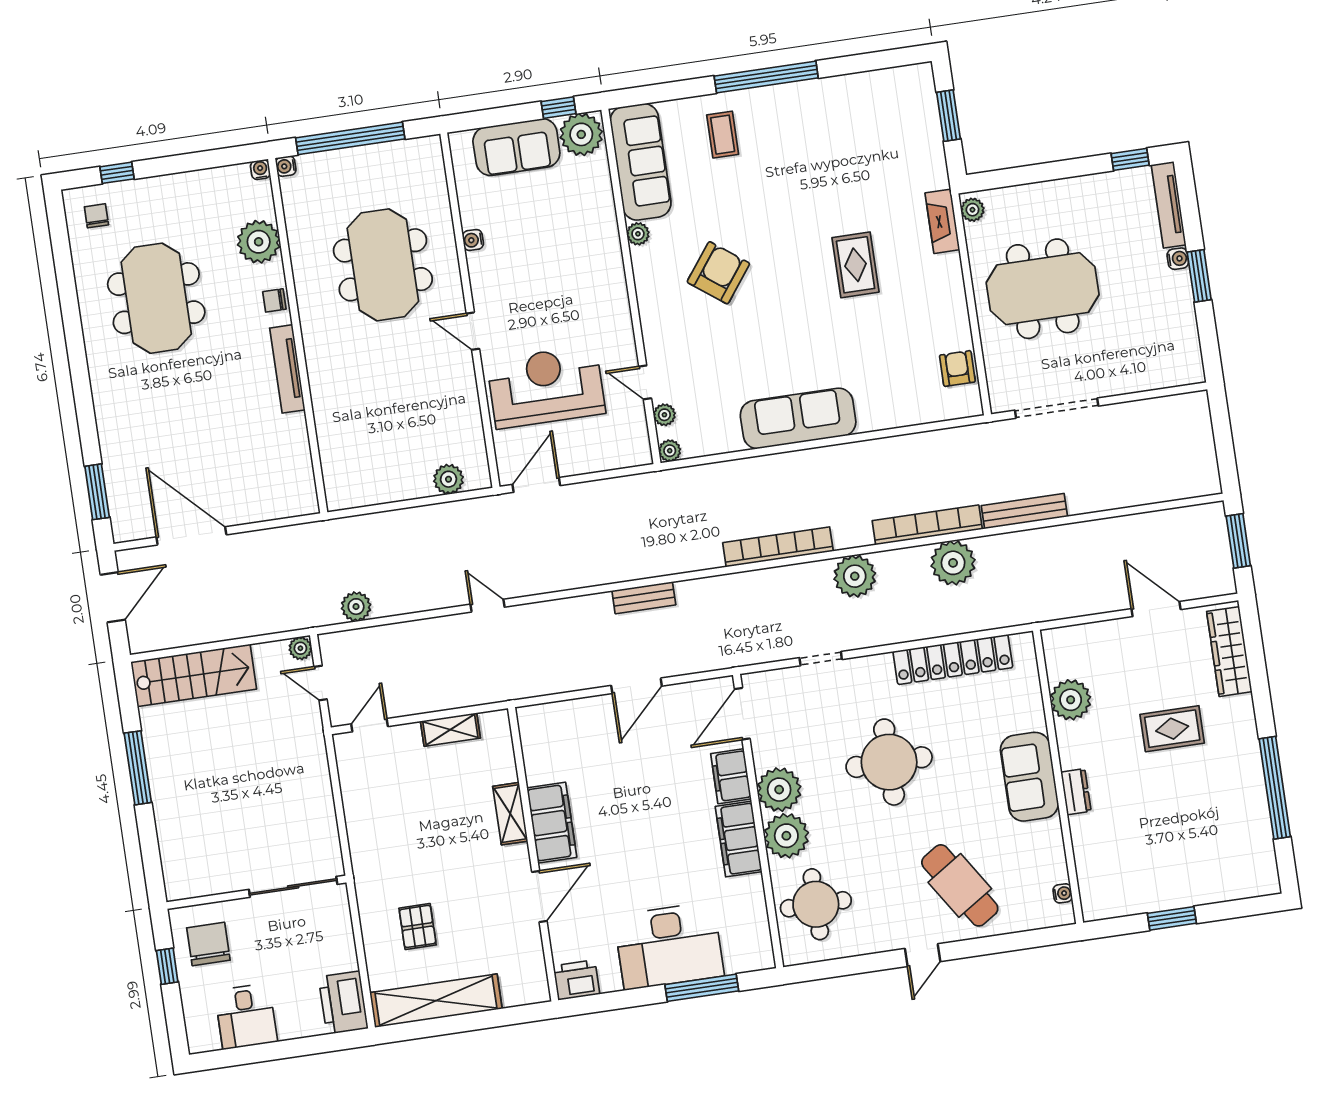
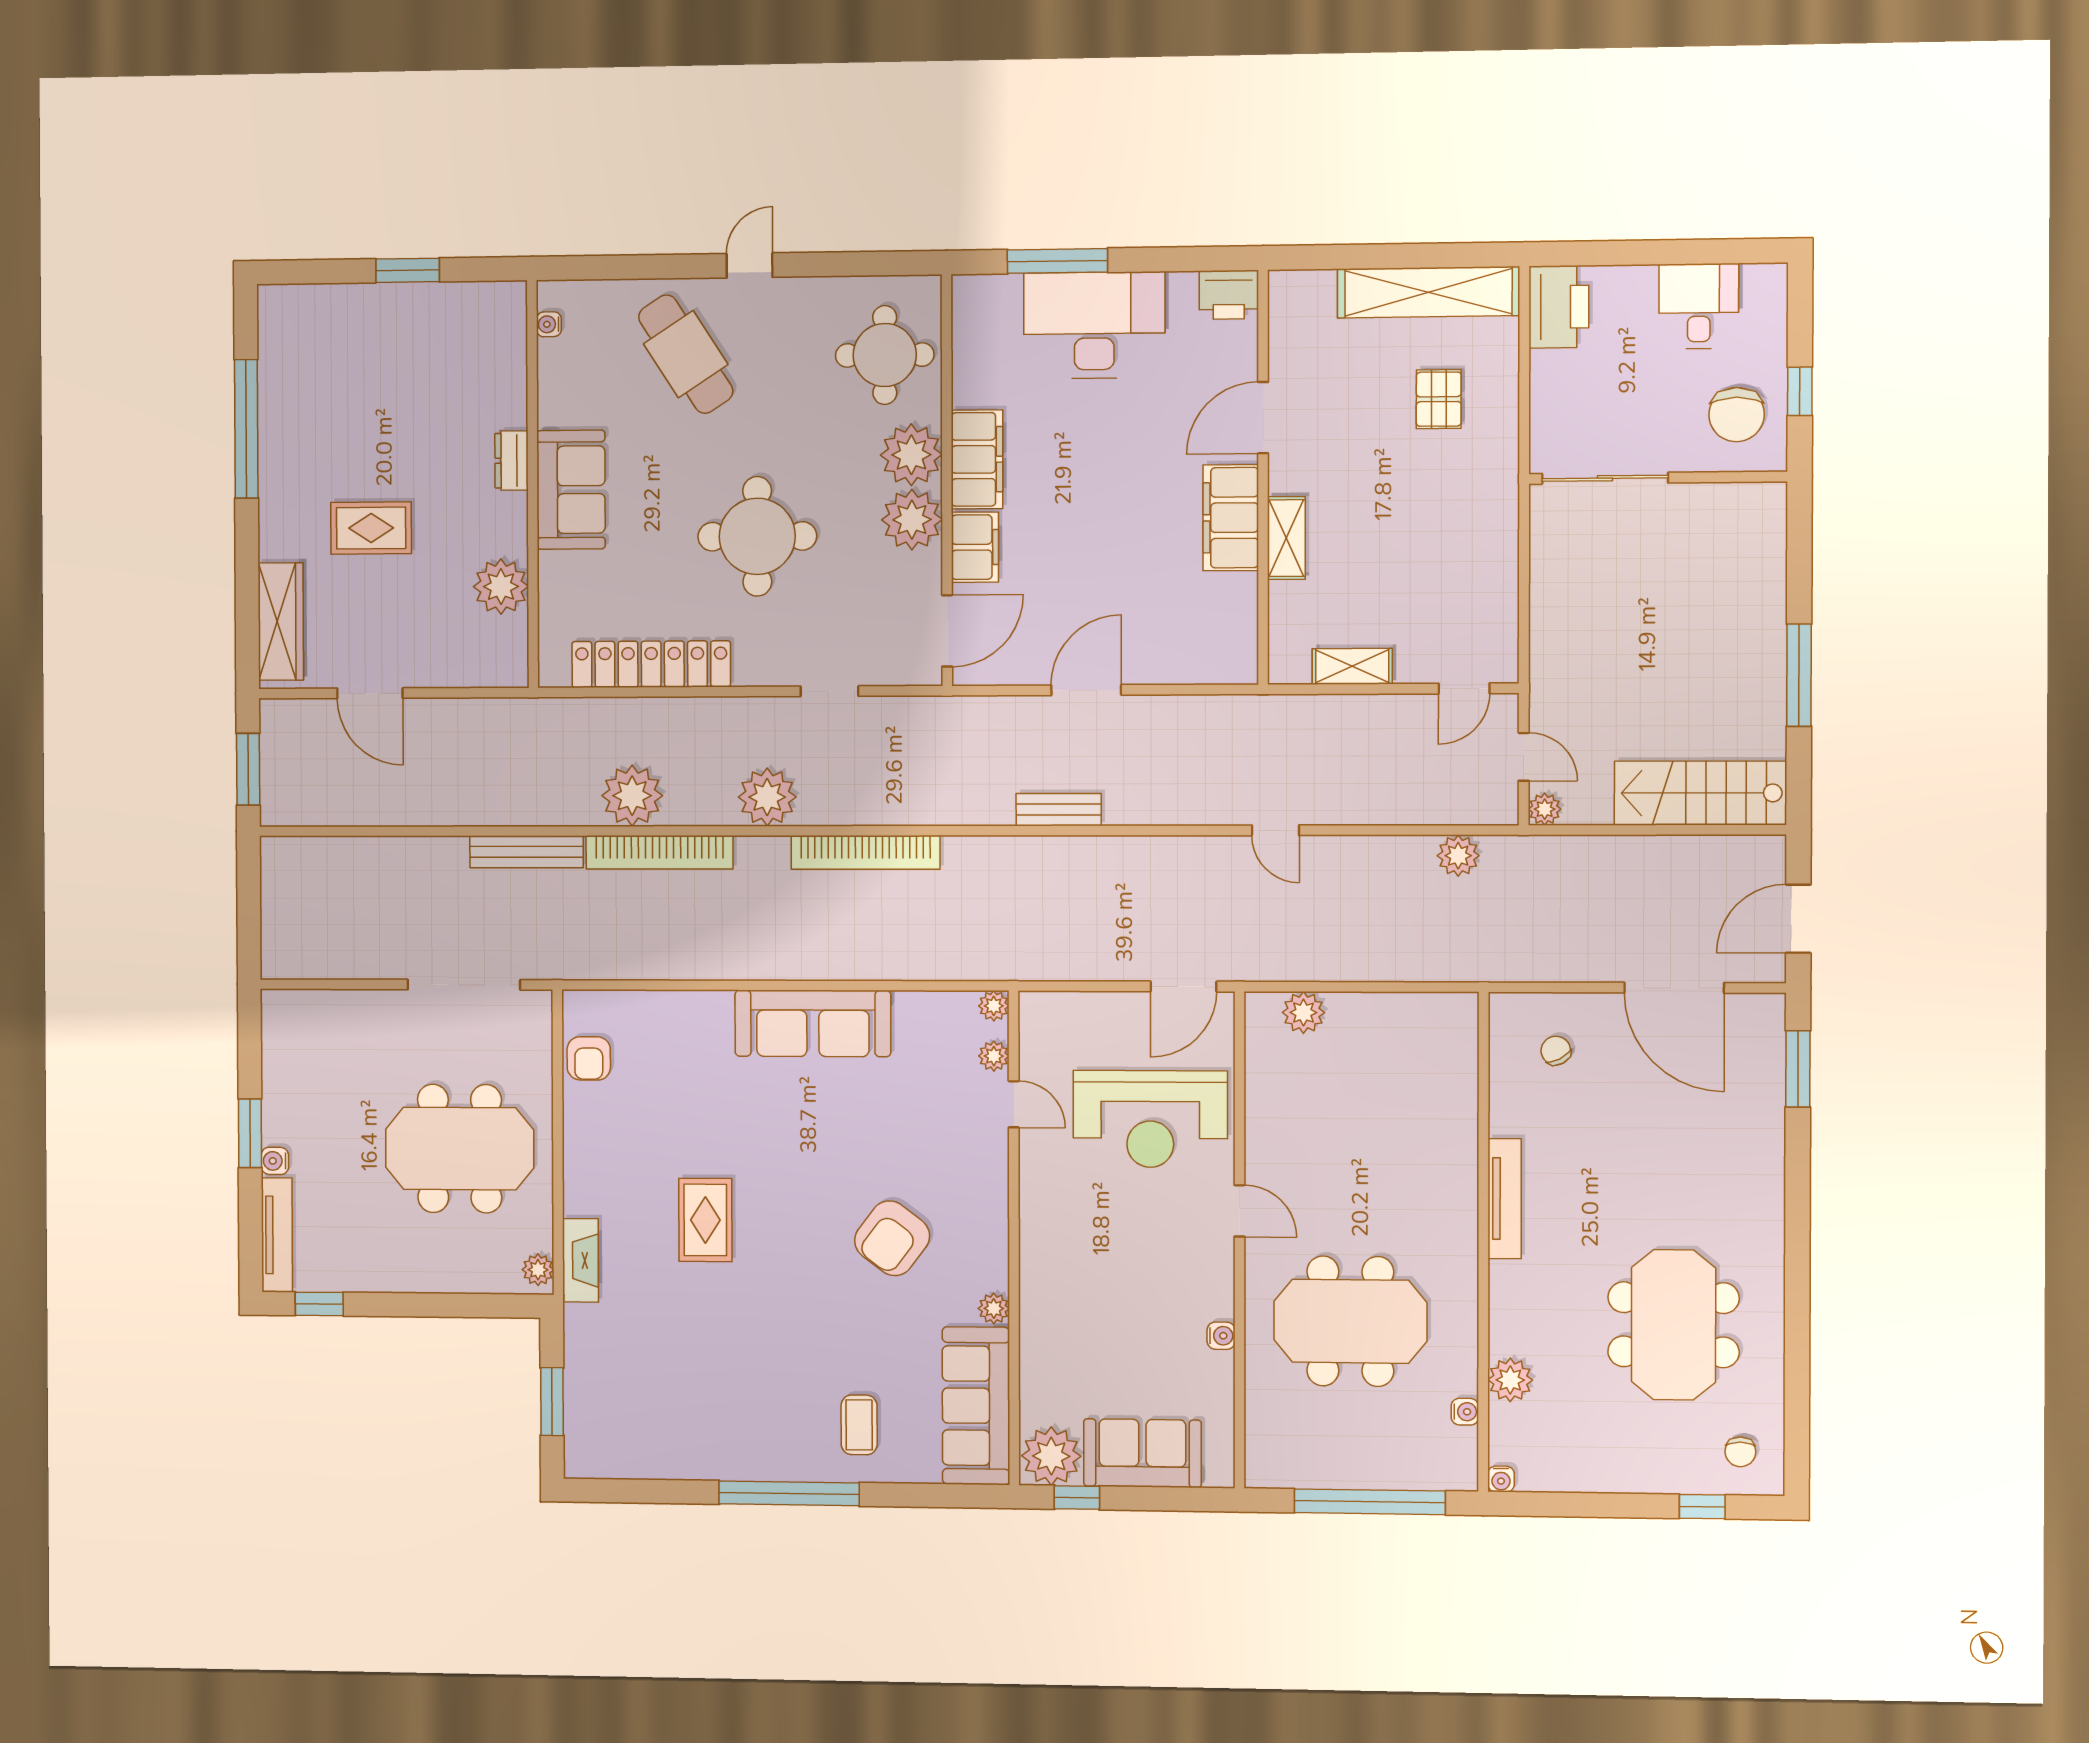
water cooler: (286, 166) -> (1465, 1412), moved
plant: (259, 242) -> (1510, 1380), width x0.73, depth x0.73
meeting table: (383, 265) -> (1350, 1321), turned 90
chair: (274, 300) -> (1556, 1051), moved, turned -118

